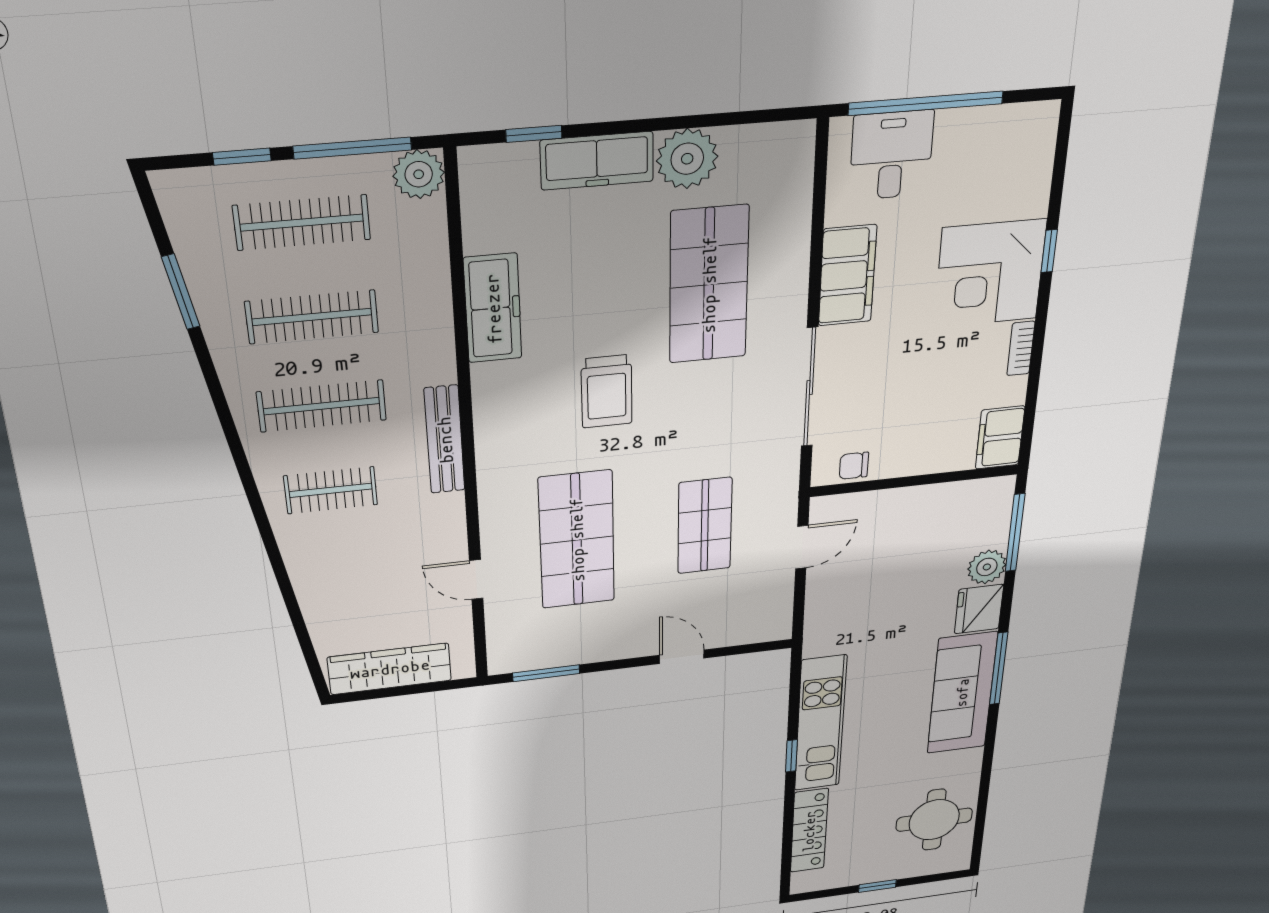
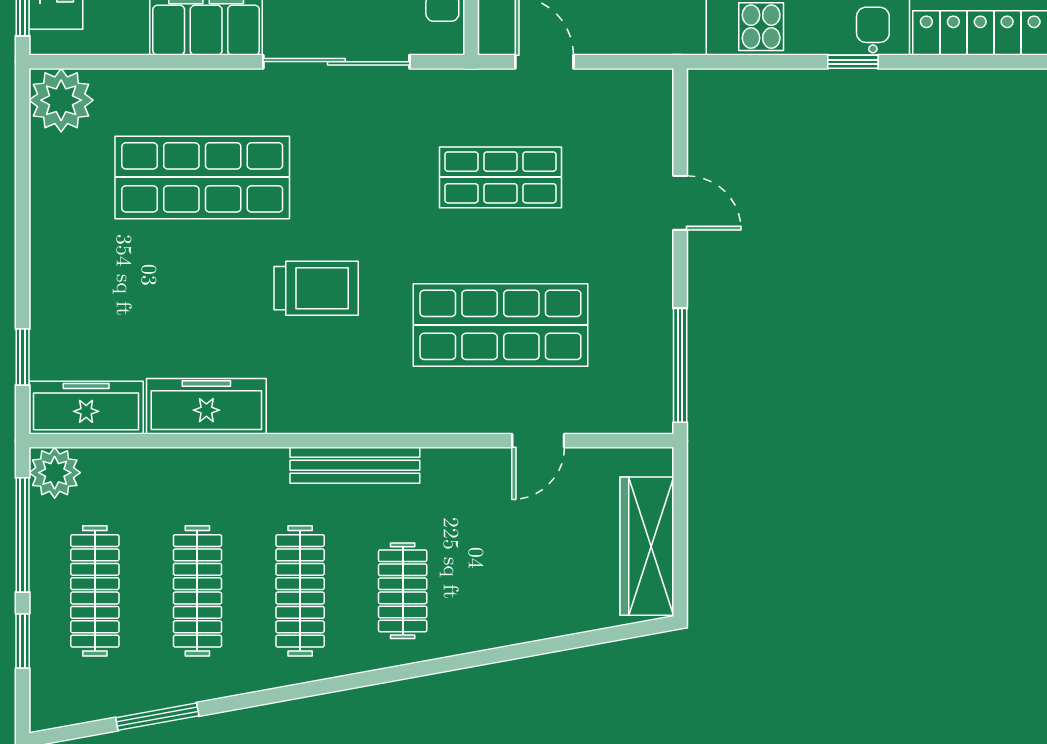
plant: (687, 159) -> (61, 100), moved
freezer: (597, 161) -> (86, 408), moved, turned -90
door: (682, 657) -> (680, 203), swing flipped
window: (546, 673) -> (680, 365), width x1.44

